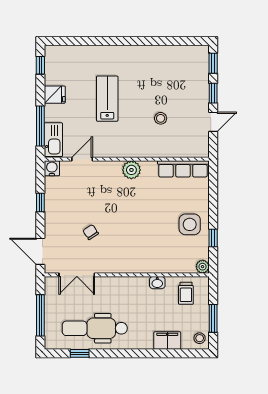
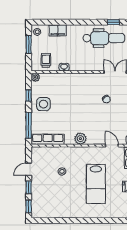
lab bench: (107, 99) -> (96, 184), width x1.36, depth x1.39
door: (82, 159) -> (112, 146), swing flipped
window: (213, 191) -> (29, 125), added

